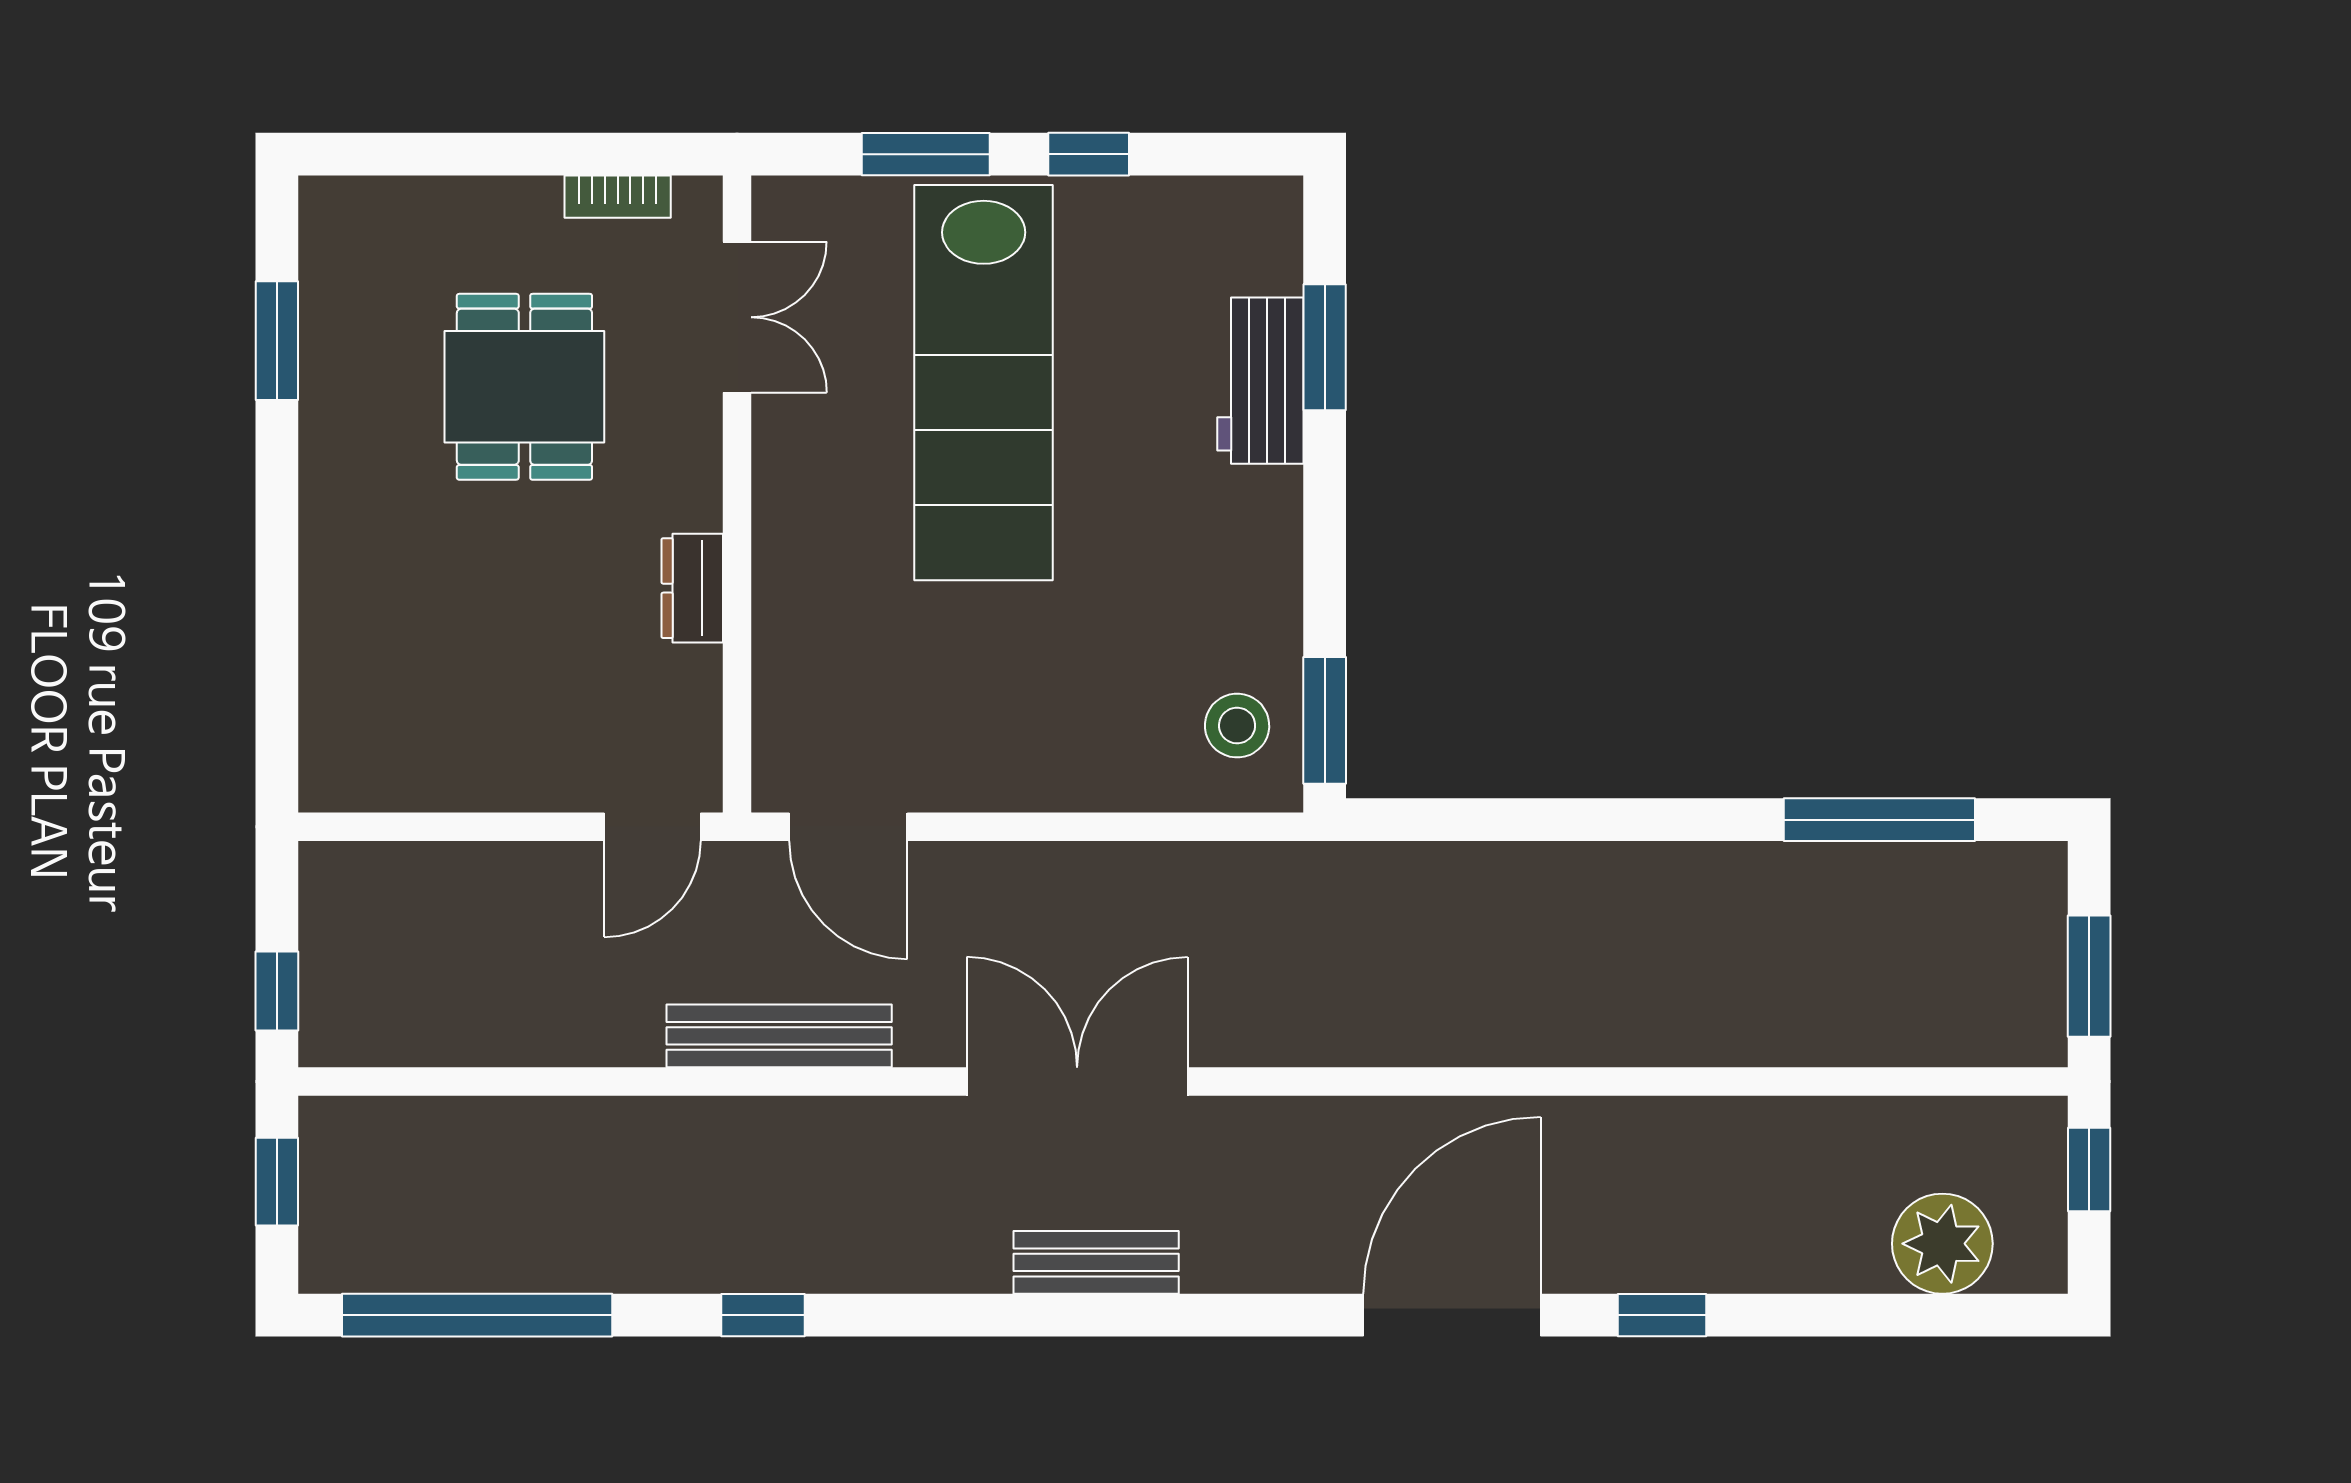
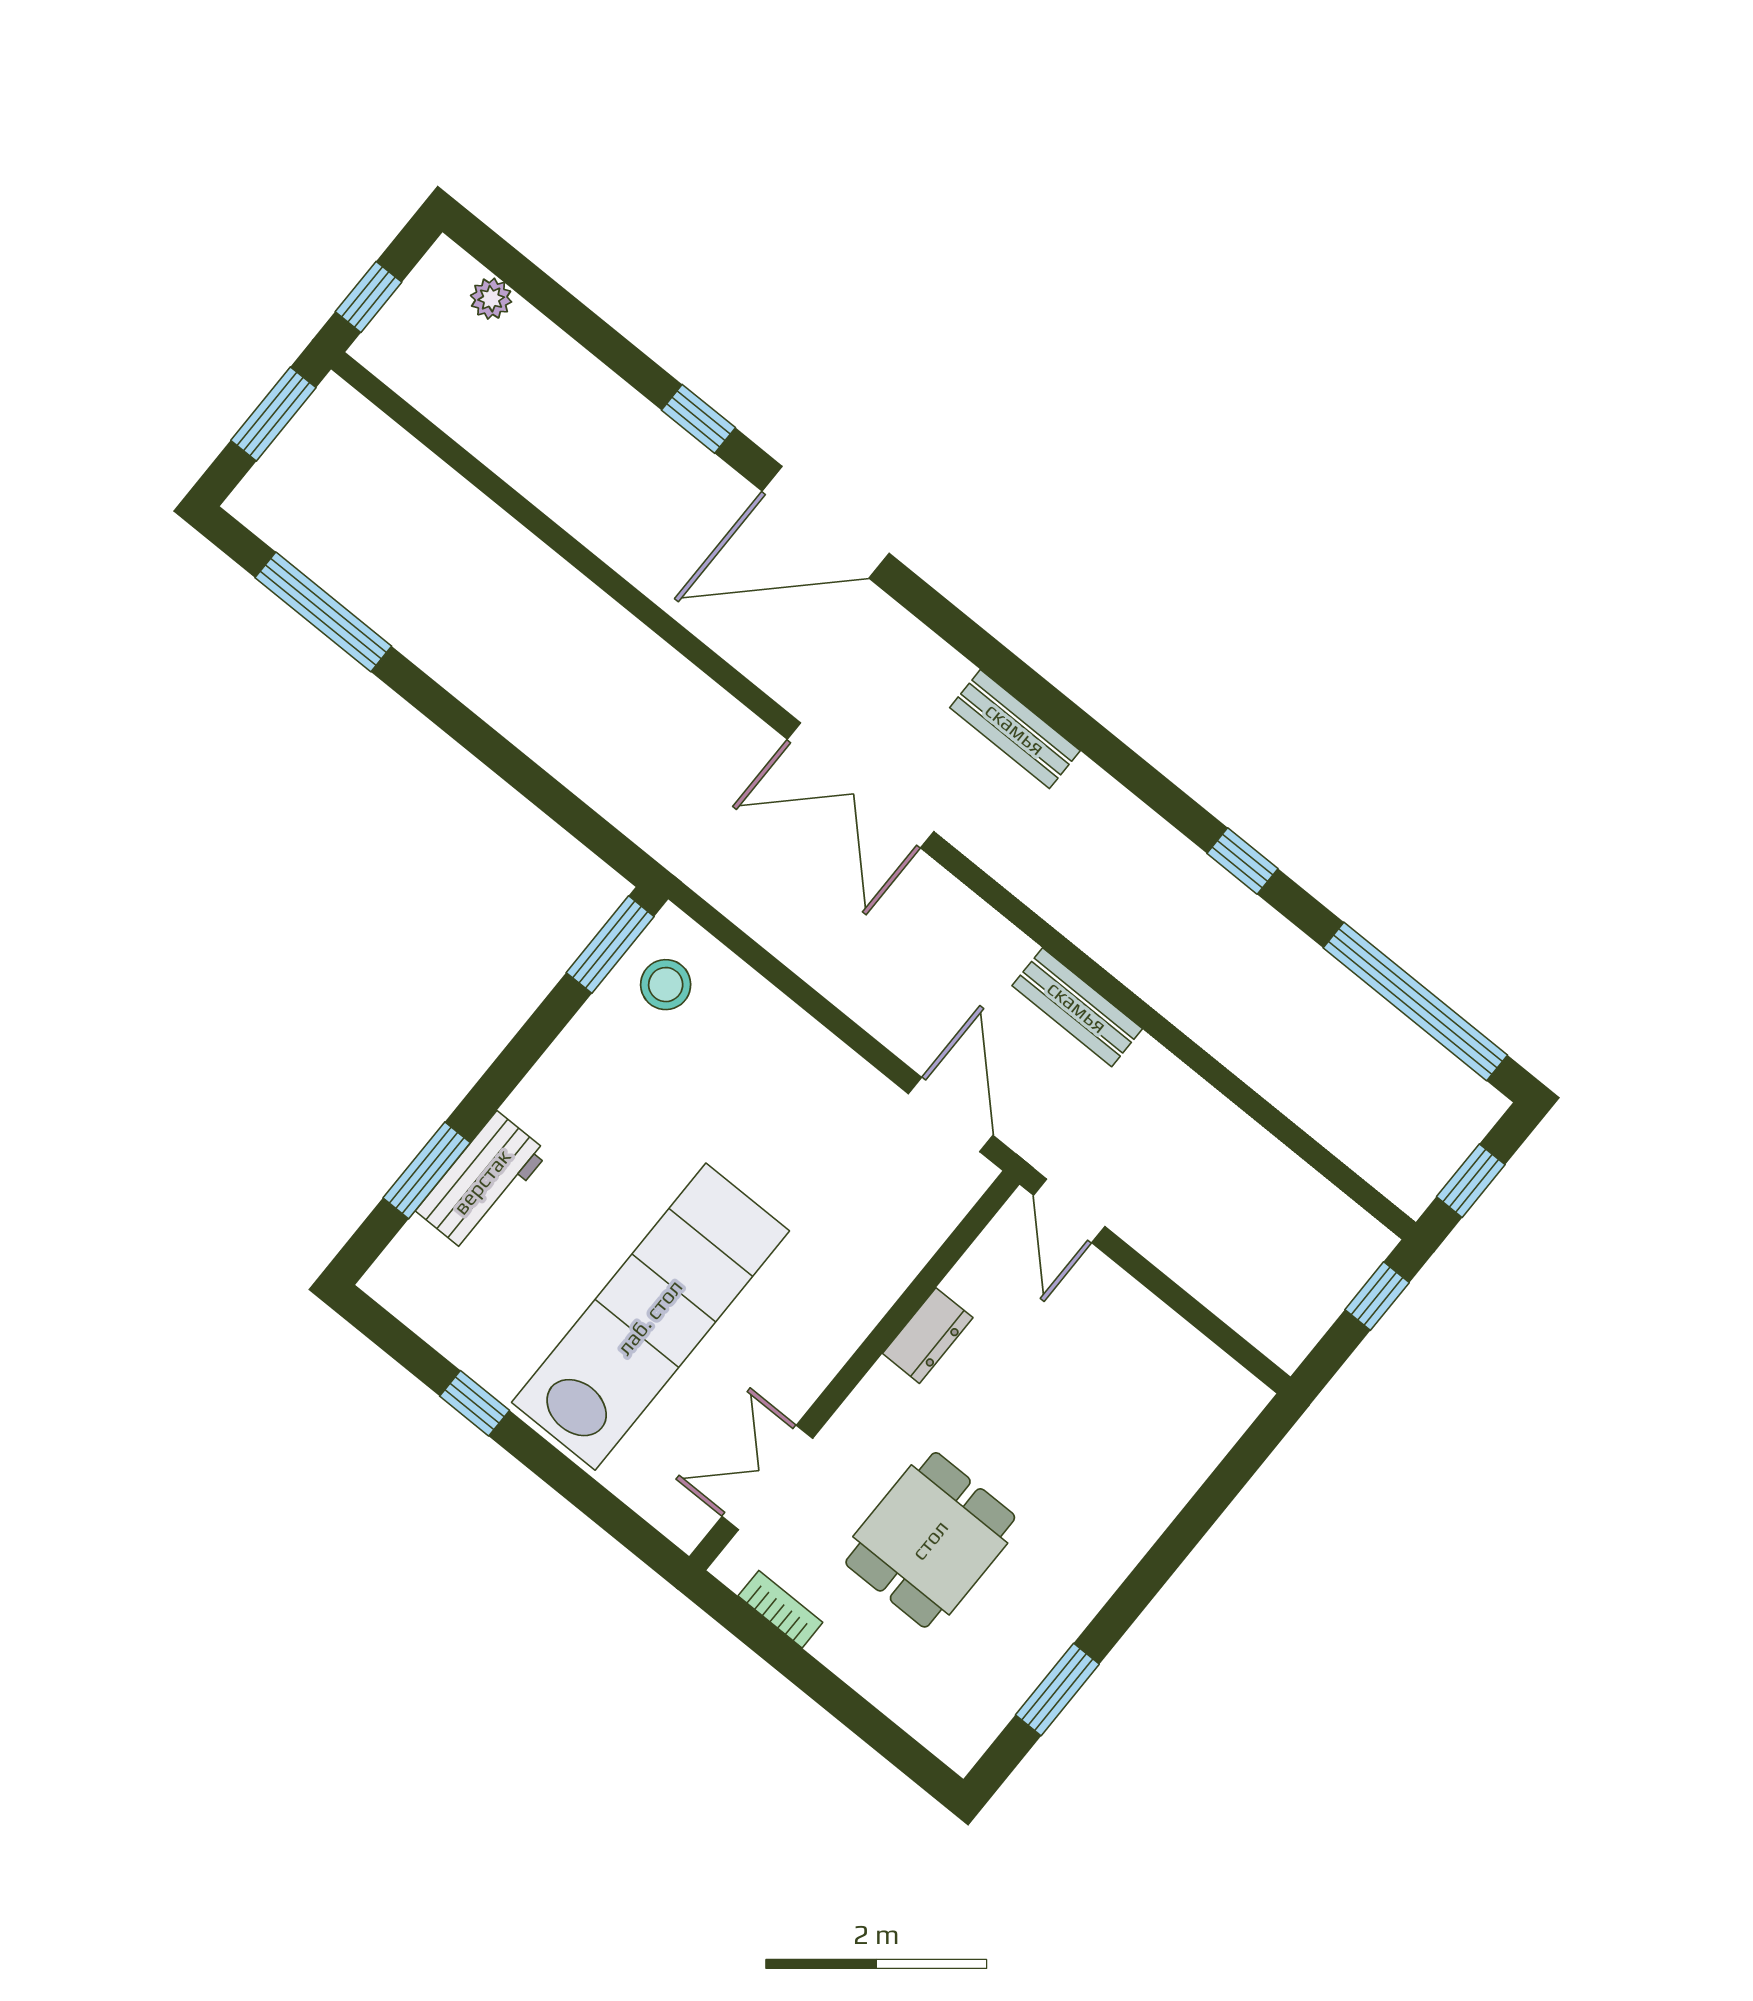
window: (926, 154) -> (573, 1483), removed
door: (652, 827) -> (1069, 1211), swing flipped
bench: (779, 1036) -> (1077, 1007), width x0.73
double door: (1077, 1082) -> (861, 785), moved
plant: (1942, 1244) -> (491, 299), width x0.53, depth x0.53

